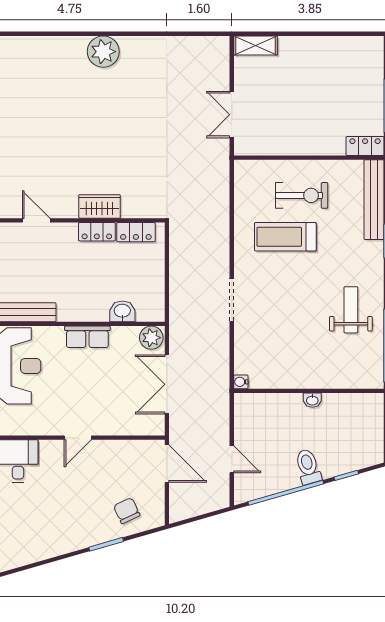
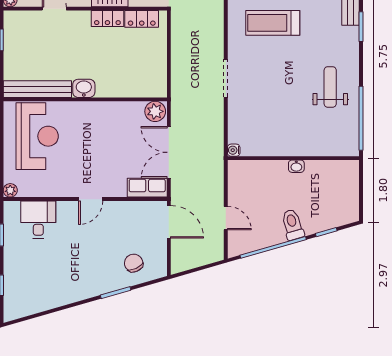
washbasin: (122, 311) -> (84, 88), moved
row of seats: (87, 337) -> (147, 188), moved, turned 180

